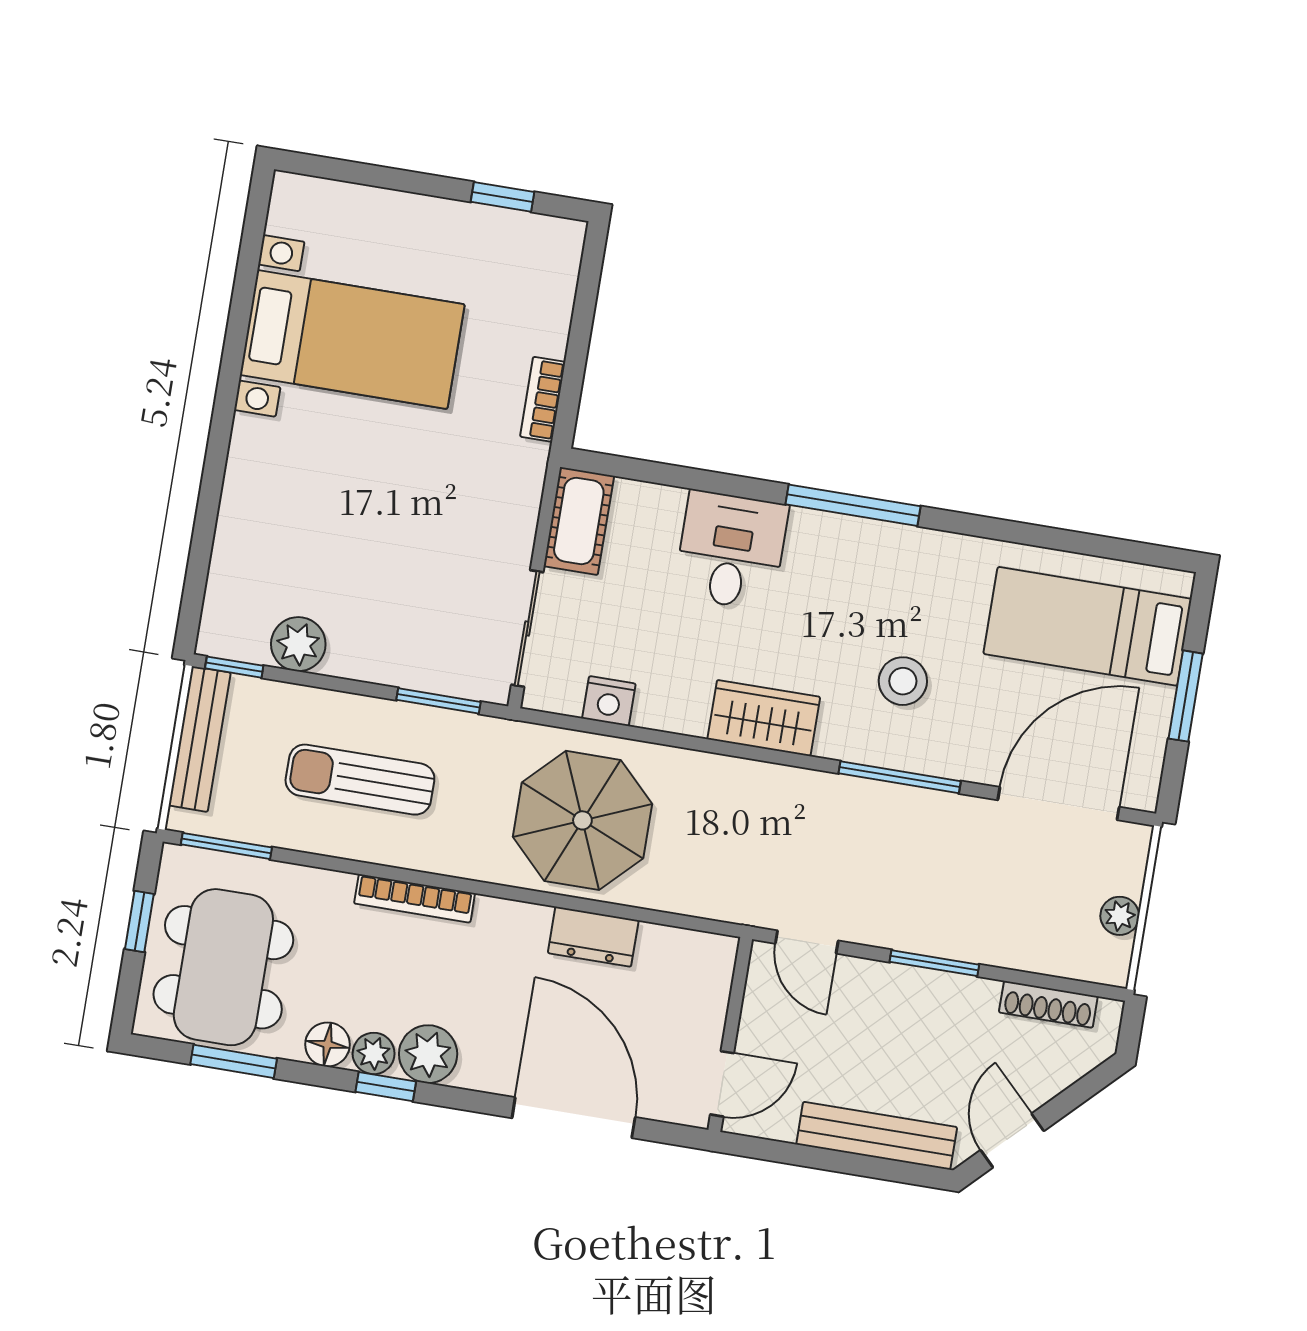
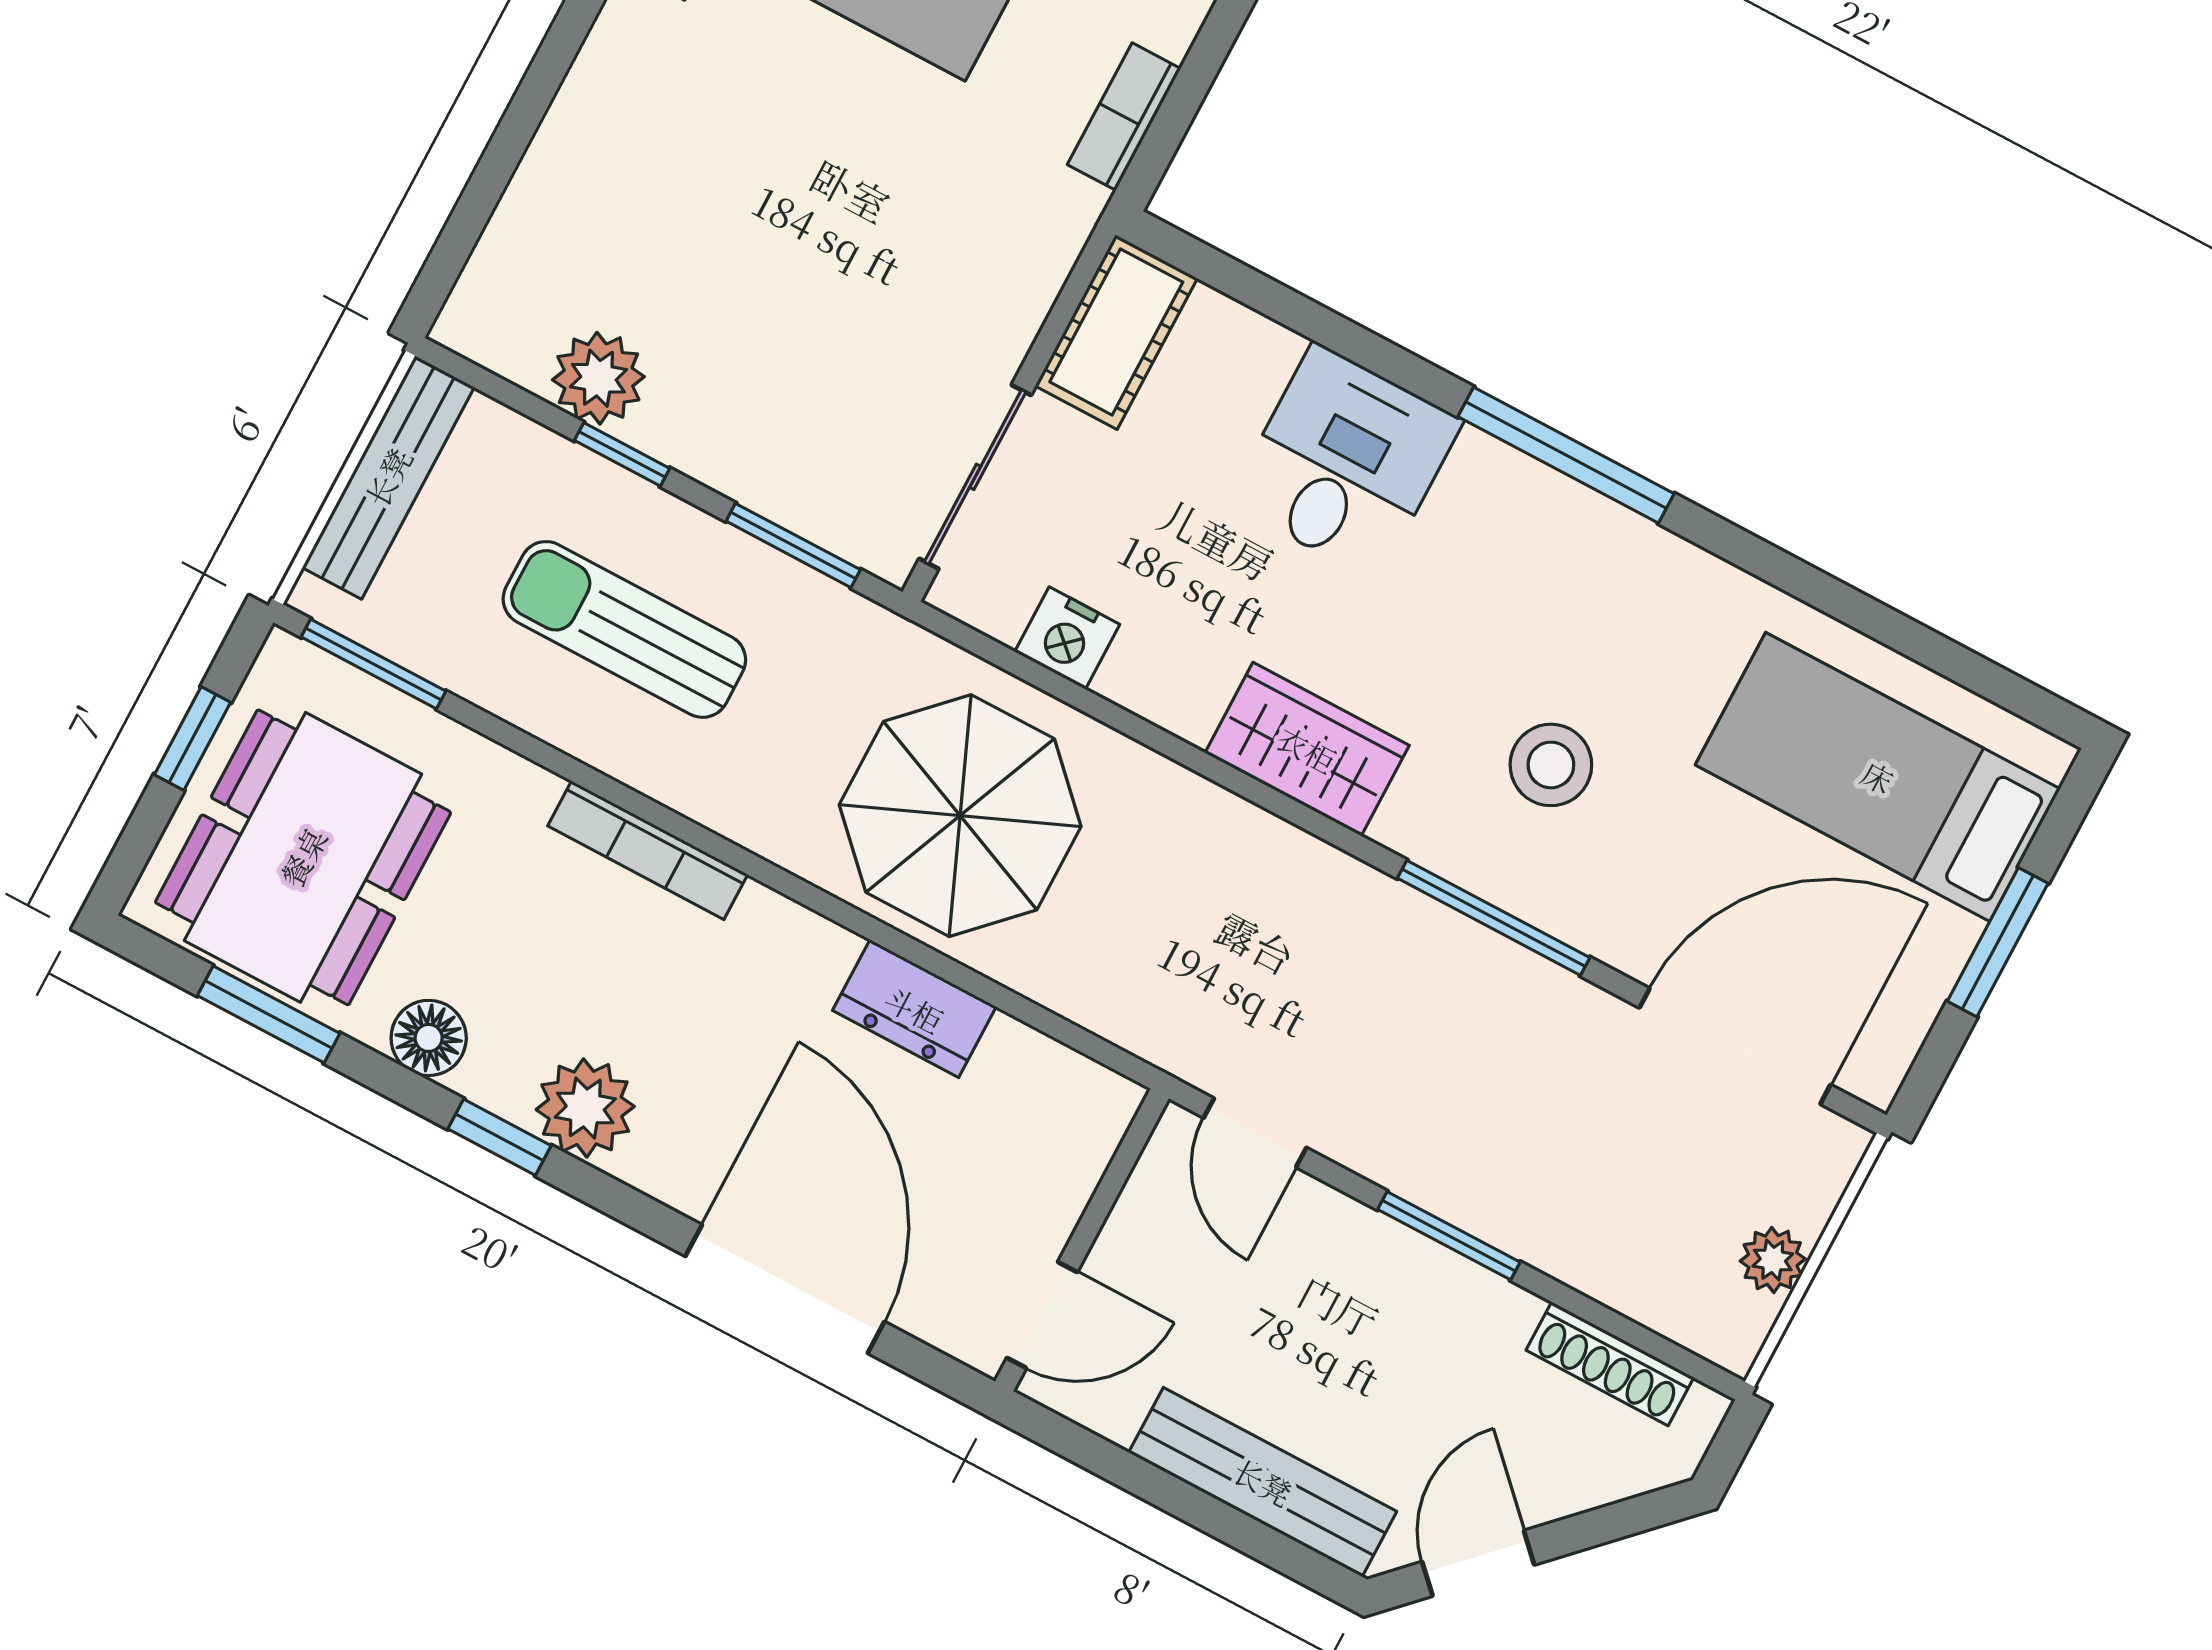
window: (234, 667) -> (622, 454), moved
plant: (374, 1053) -> (498, 1077), removed

